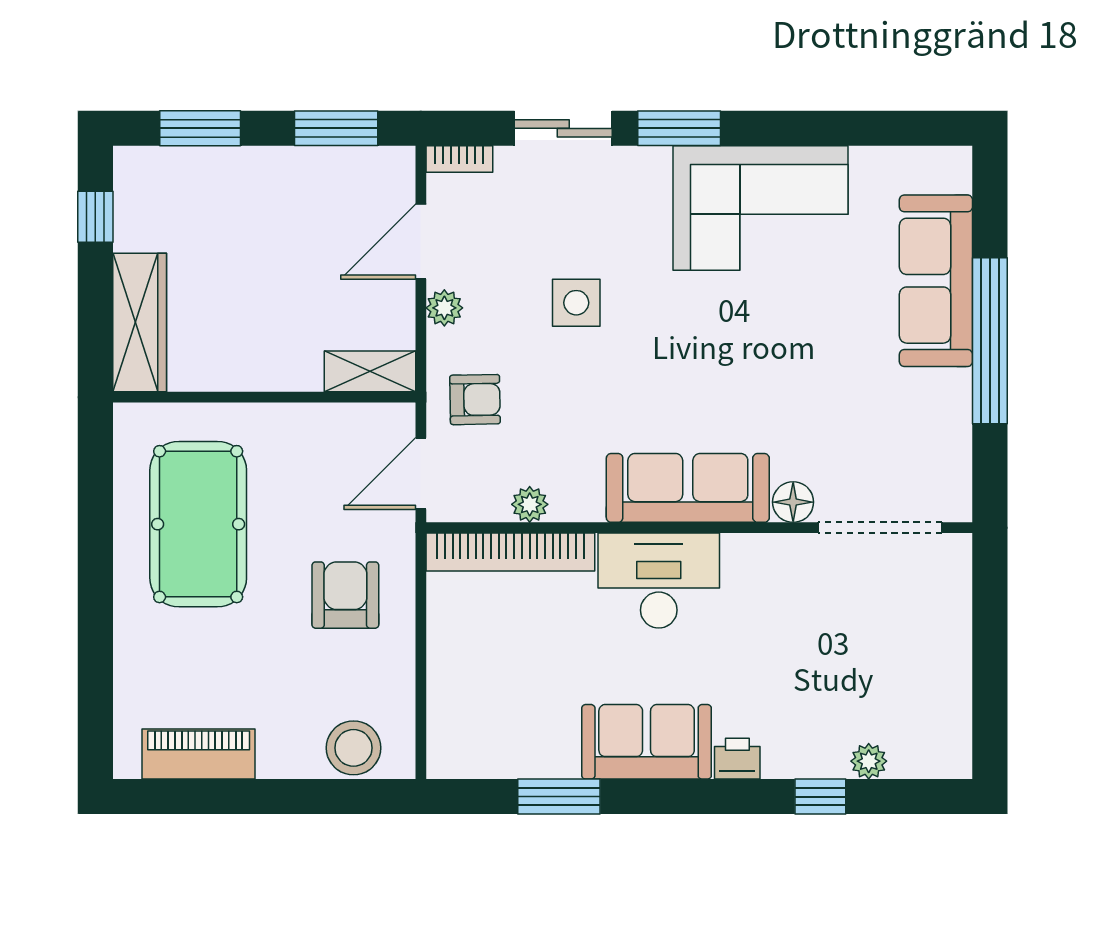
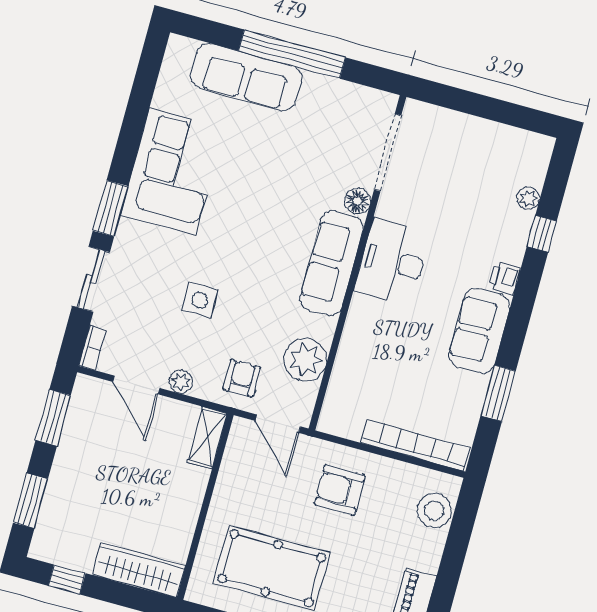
plant: (530, 504) -> (305, 360), width x1.87, depth x1.87
bookcase: (510, 552) -> (415, 445), moved, turned -90
desk: (659, 581) -> (392, 262), moved

